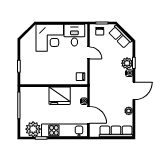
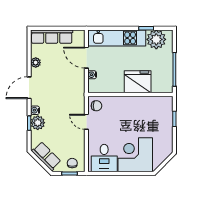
door: (88, 53) -> (86, 122), moved
fridge: (60, 96) -> (138, 82), moved

